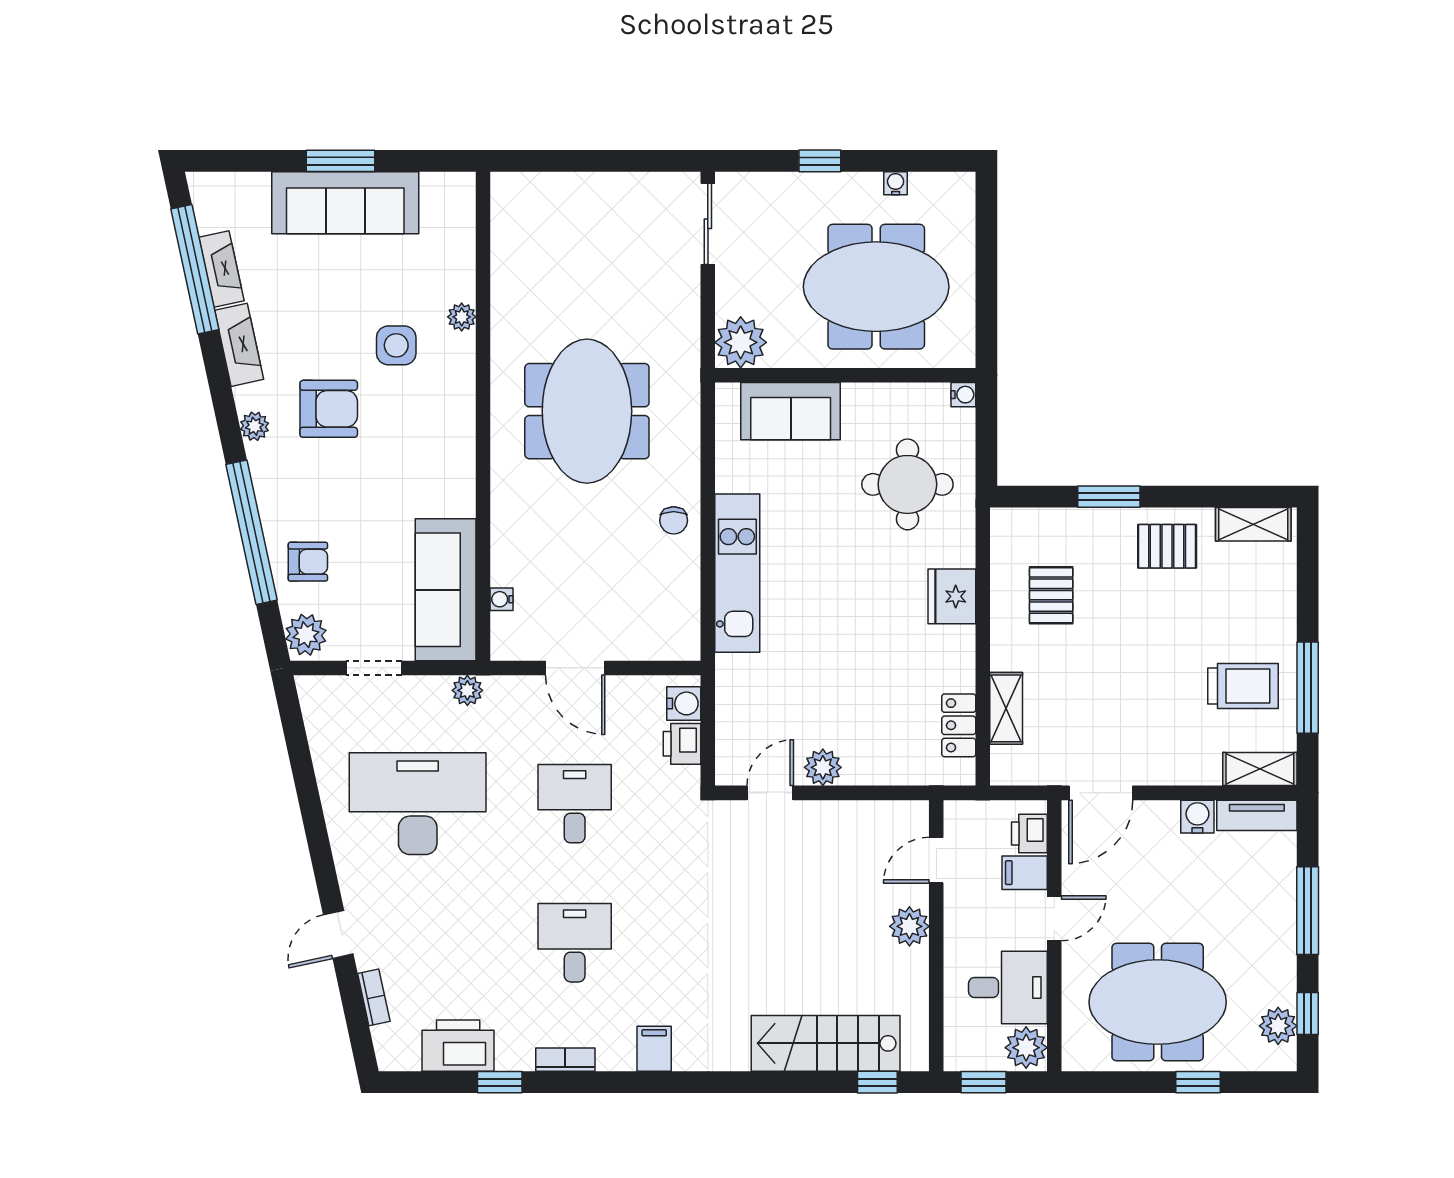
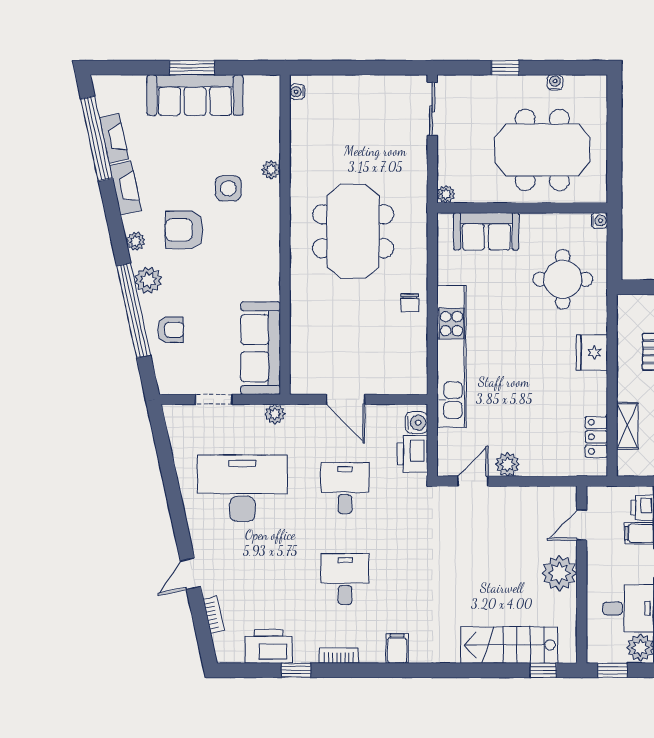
plant: (741, 342) -> (446, 194), width x0.53, depth x0.53
armchair: (329, 409) -> (184, 230), turned 180
kitchen unit: (737, 573) -> (451, 356), width x1.36
water cooler: (501, 599) -> (297, 92), moved
plant: (306, 635) -> (148, 280), moved
printer: (682, 744) -> (412, 454), width x1.36, depth x1.24
plant: (909, 926) -> (559, 573), width x1.36, depth x1.36

